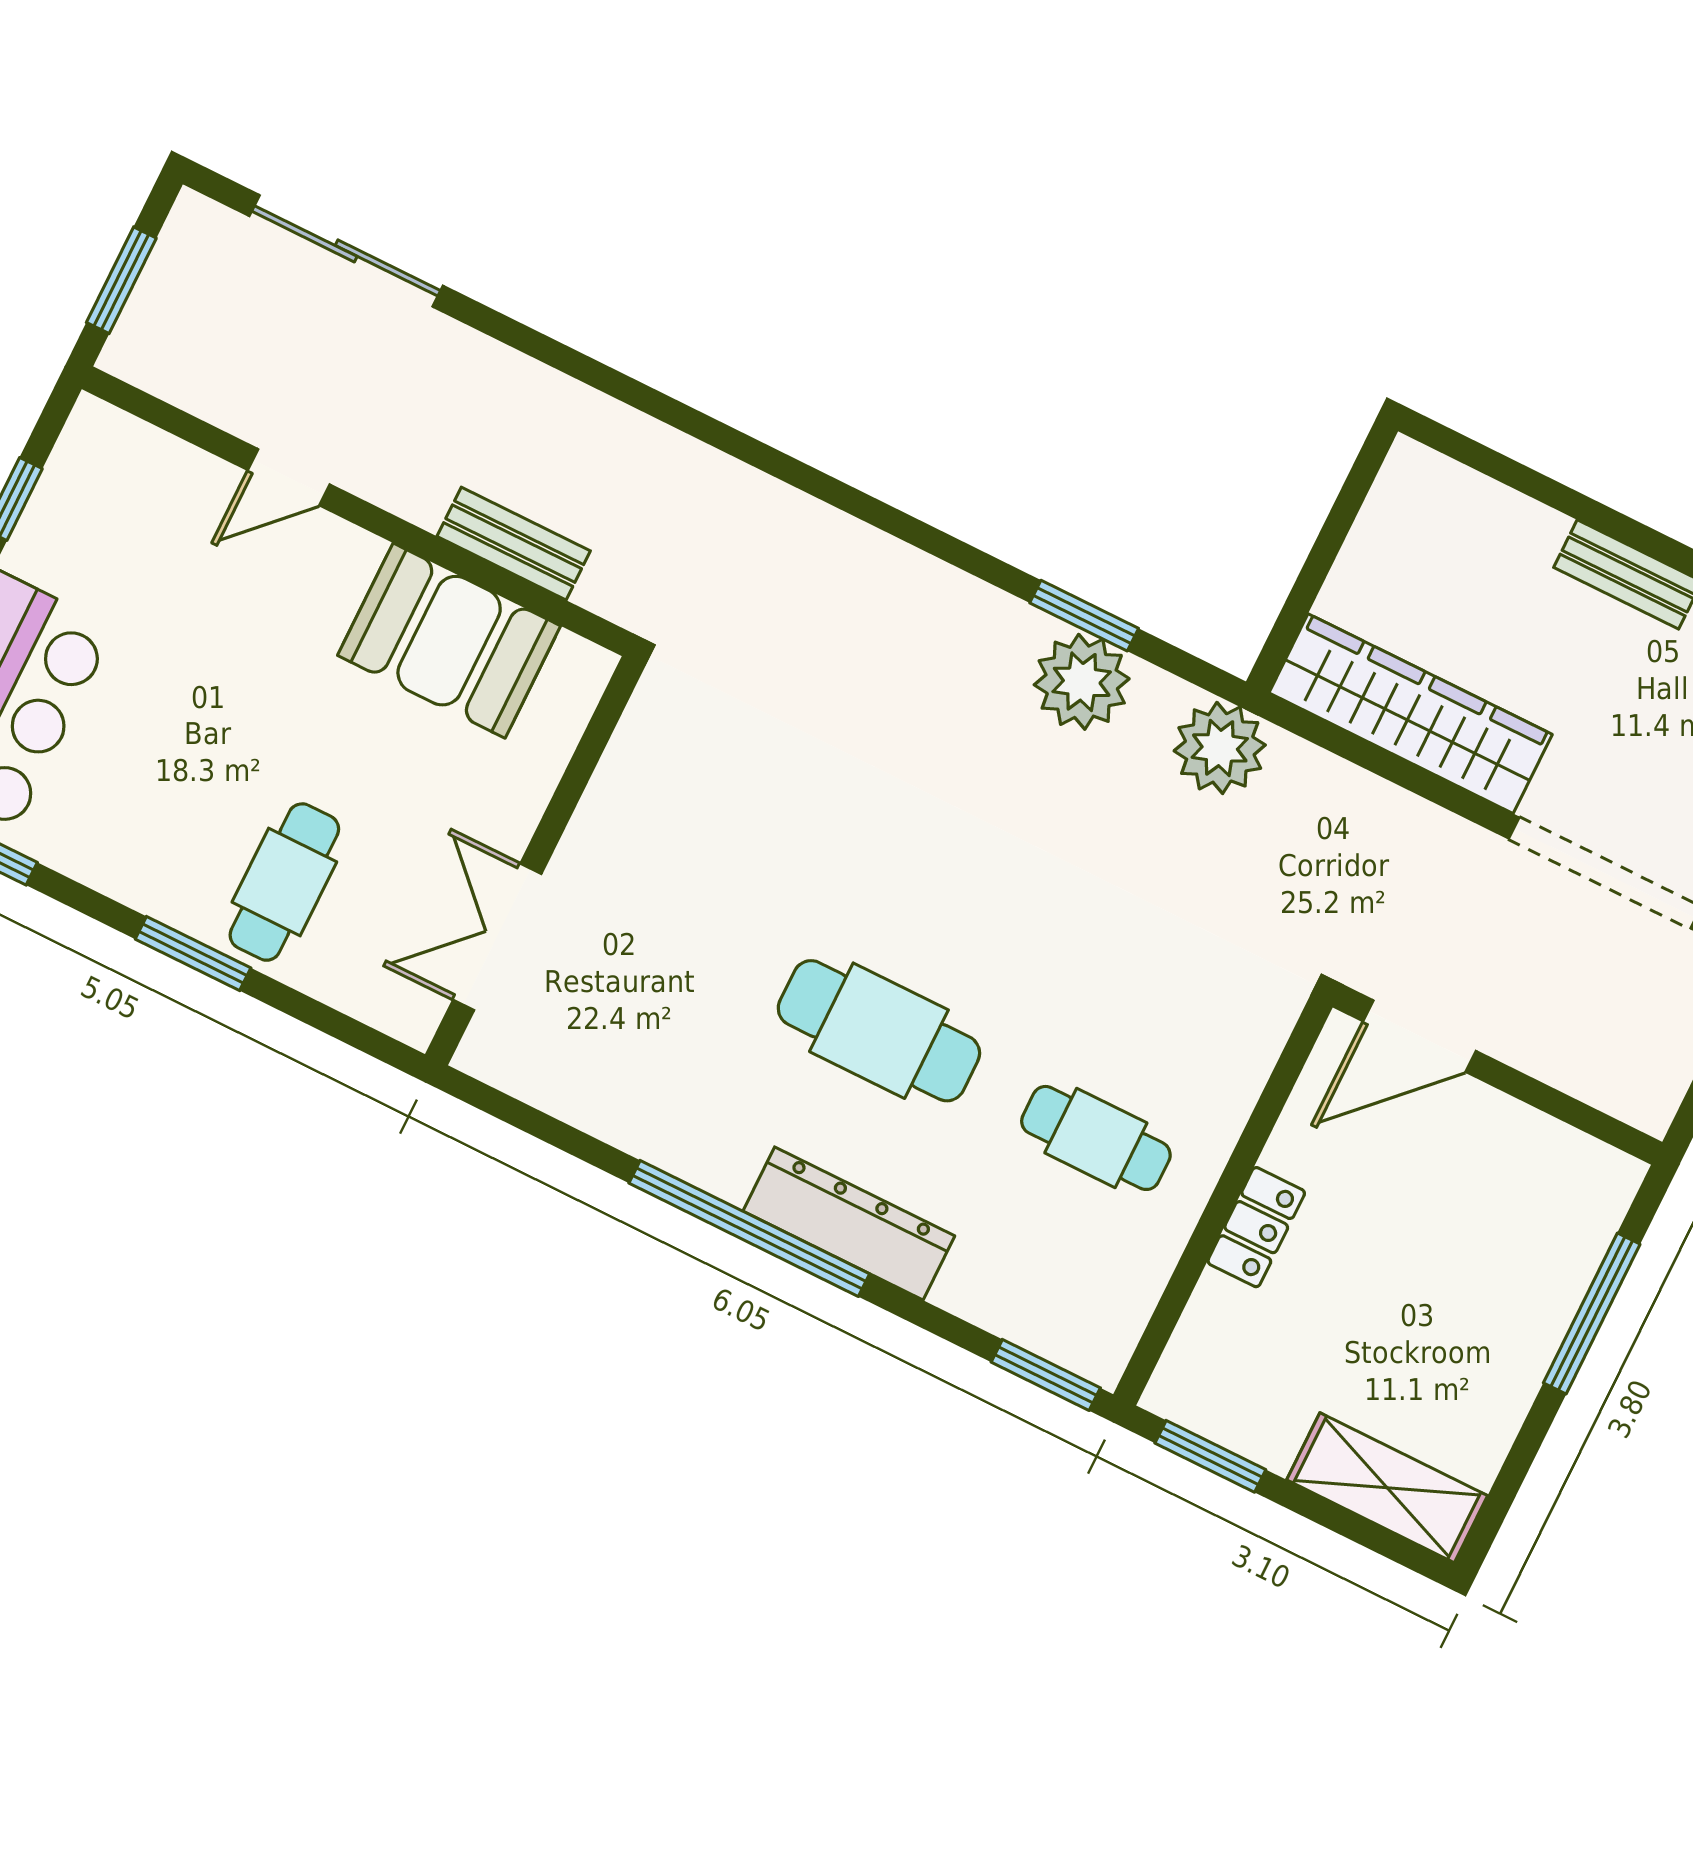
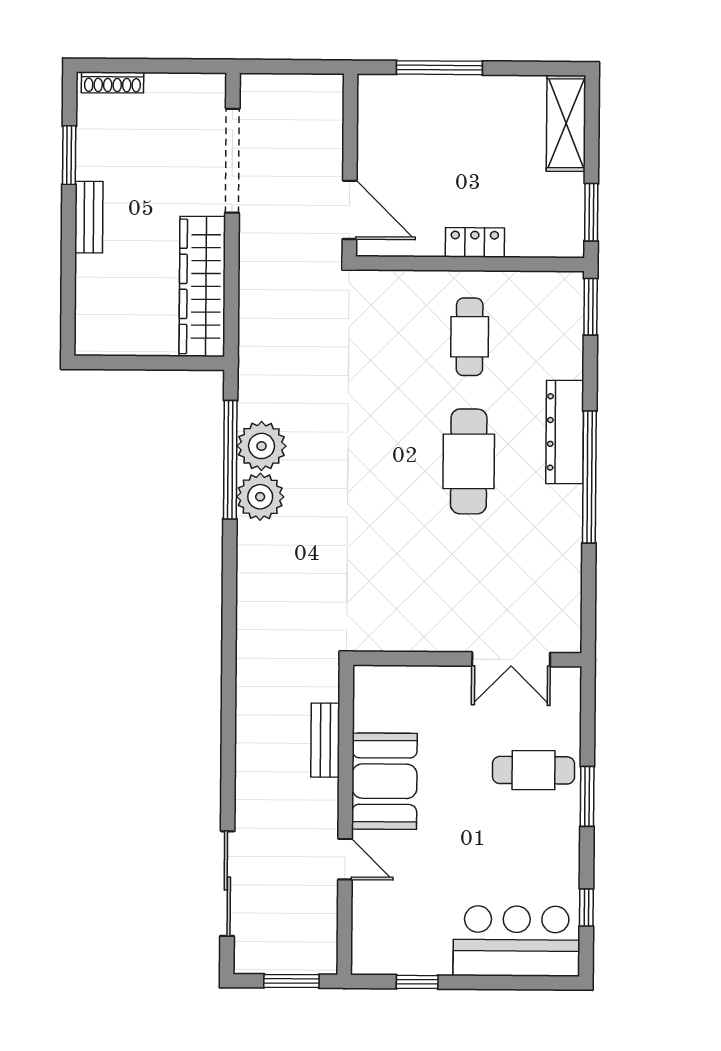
window: (1084, 616) -> (230, 460), width x2.11
booth: (449, 641) -> (384, 781), moved
plant: (1220, 748) -> (260, 497), moved

